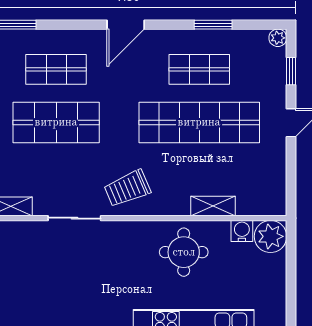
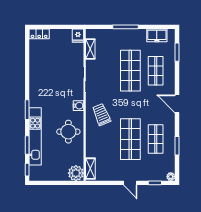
shop shelf: (199, 122) -> (130, 139), width x0.71
trolley: (127, 188) -> (101, 115), moved
shelving: (213, 206) -> (90, 169), moved
water cooler: (242, 231) -> (78, 106), moved

